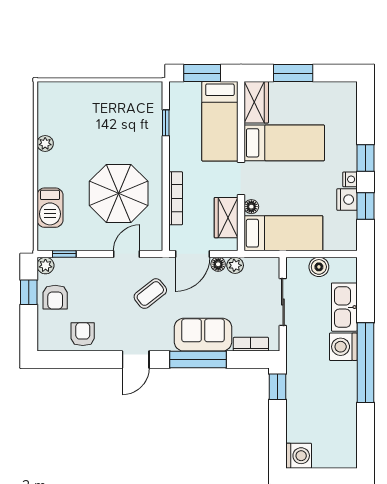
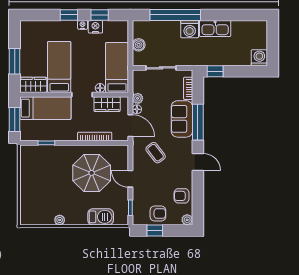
door: (127, 254) -> (130, 179), moved
plant: (45, 266) -> (187, 220), moved
kitchen sink: (344, 307) -> (215, 29), moved
window: (365, 363) -> (175, 15), moved

